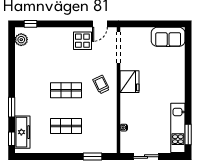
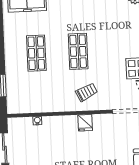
fridge: (129, 82) -> (85, 123), width x0.53, depth x0.75

